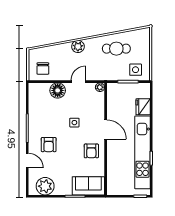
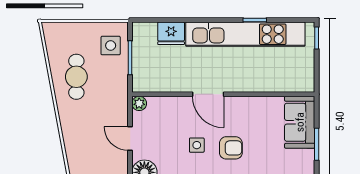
plant: (78, 47) -> (73, 139), removed
door: (106, 130) -> (208, 94), swing flipped
armchair: (91, 151) -> (231, 148), moved

